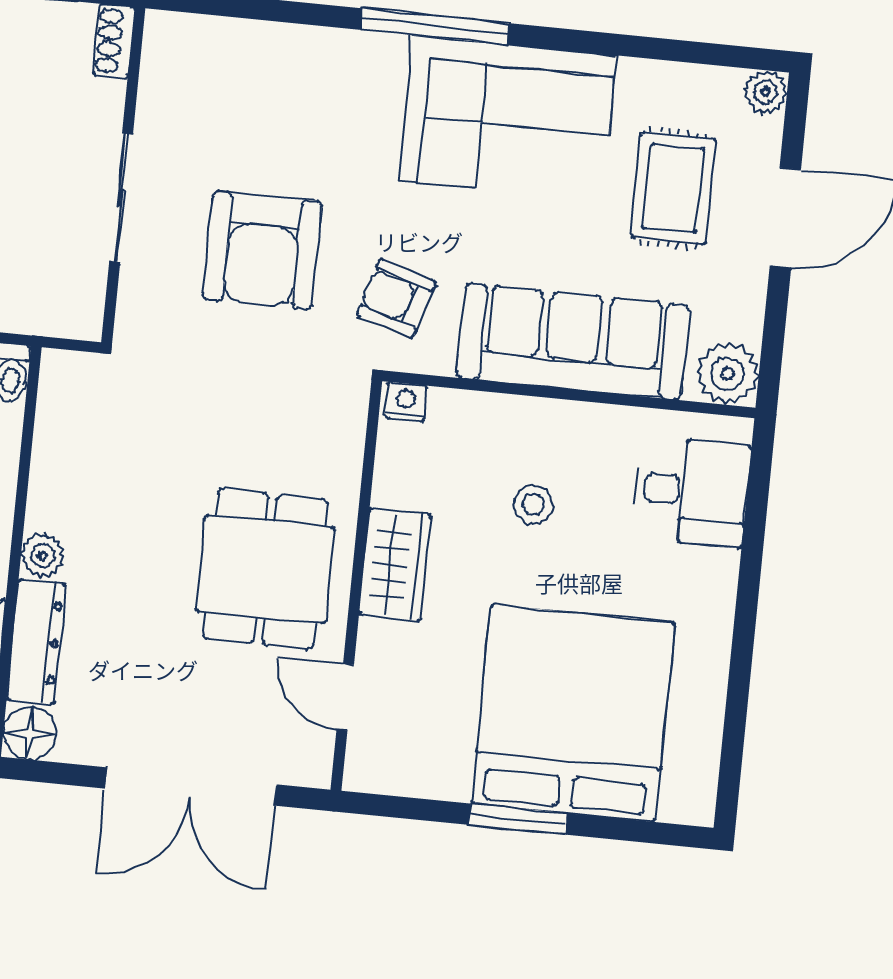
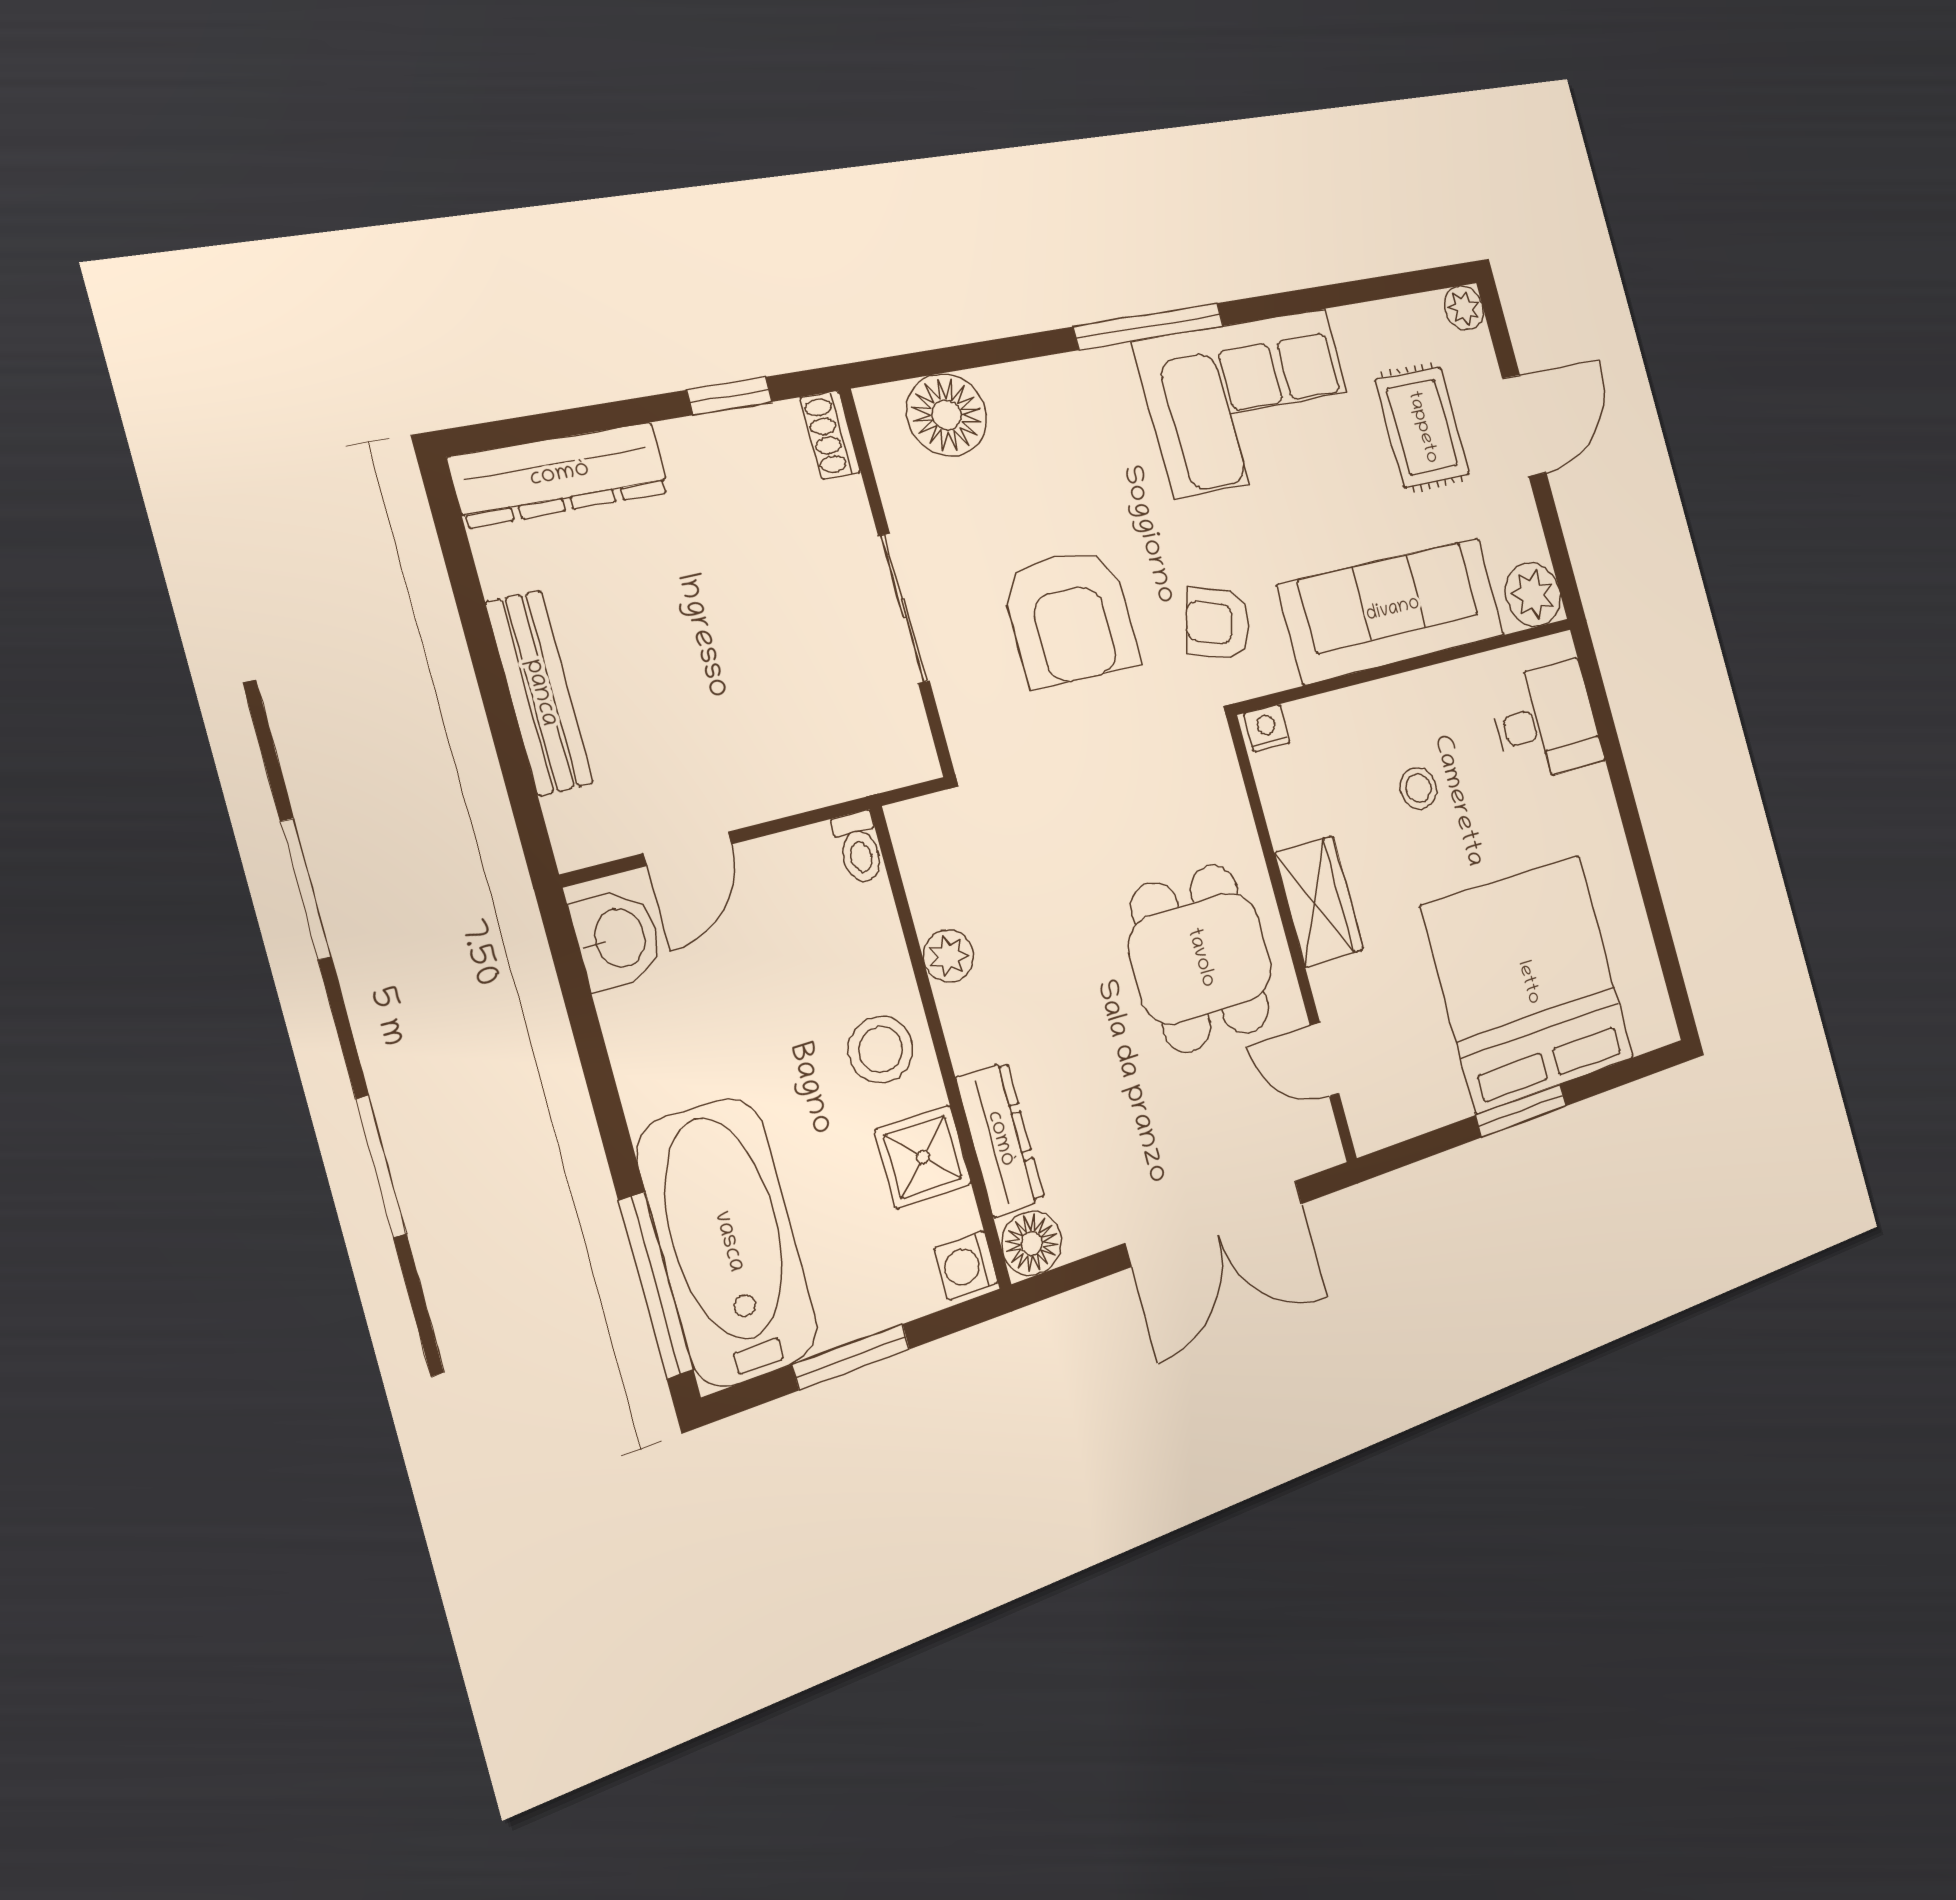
floor lamp: (219, 52) -> (947, 415), added
plant: (43, 556) -> (948, 956), moved

